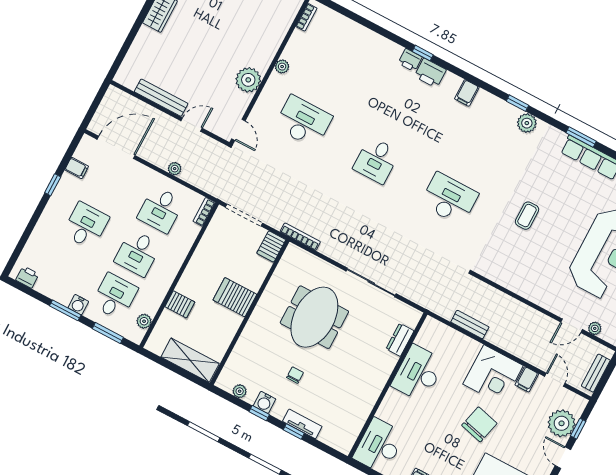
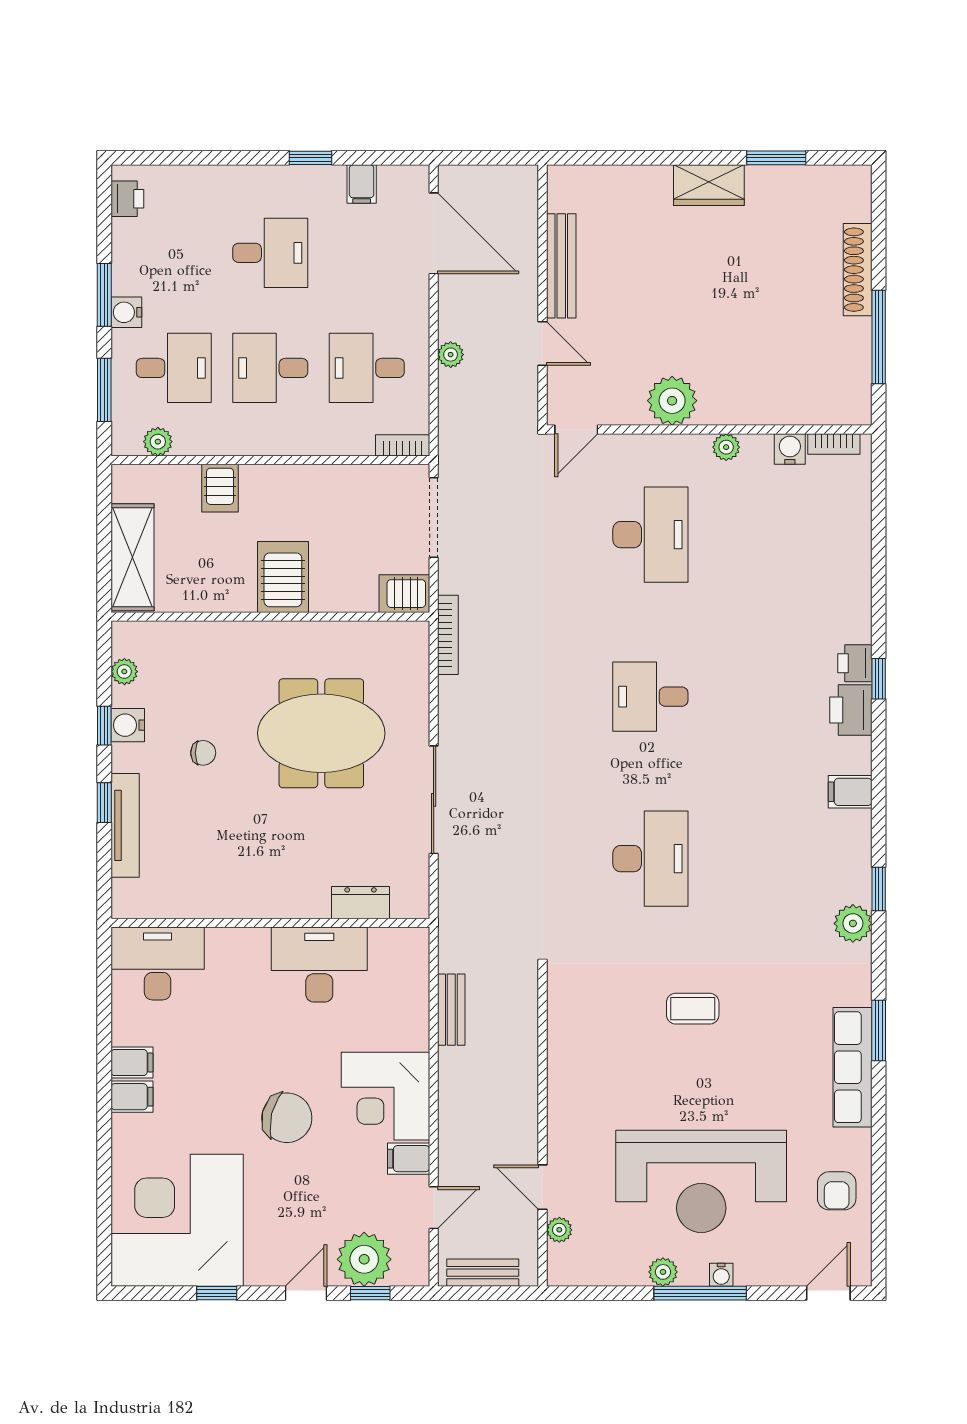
water cooler: (298, 38) -> (790, 449), added
tv unit: (302, 424) -> (125, 825), width x1.41

